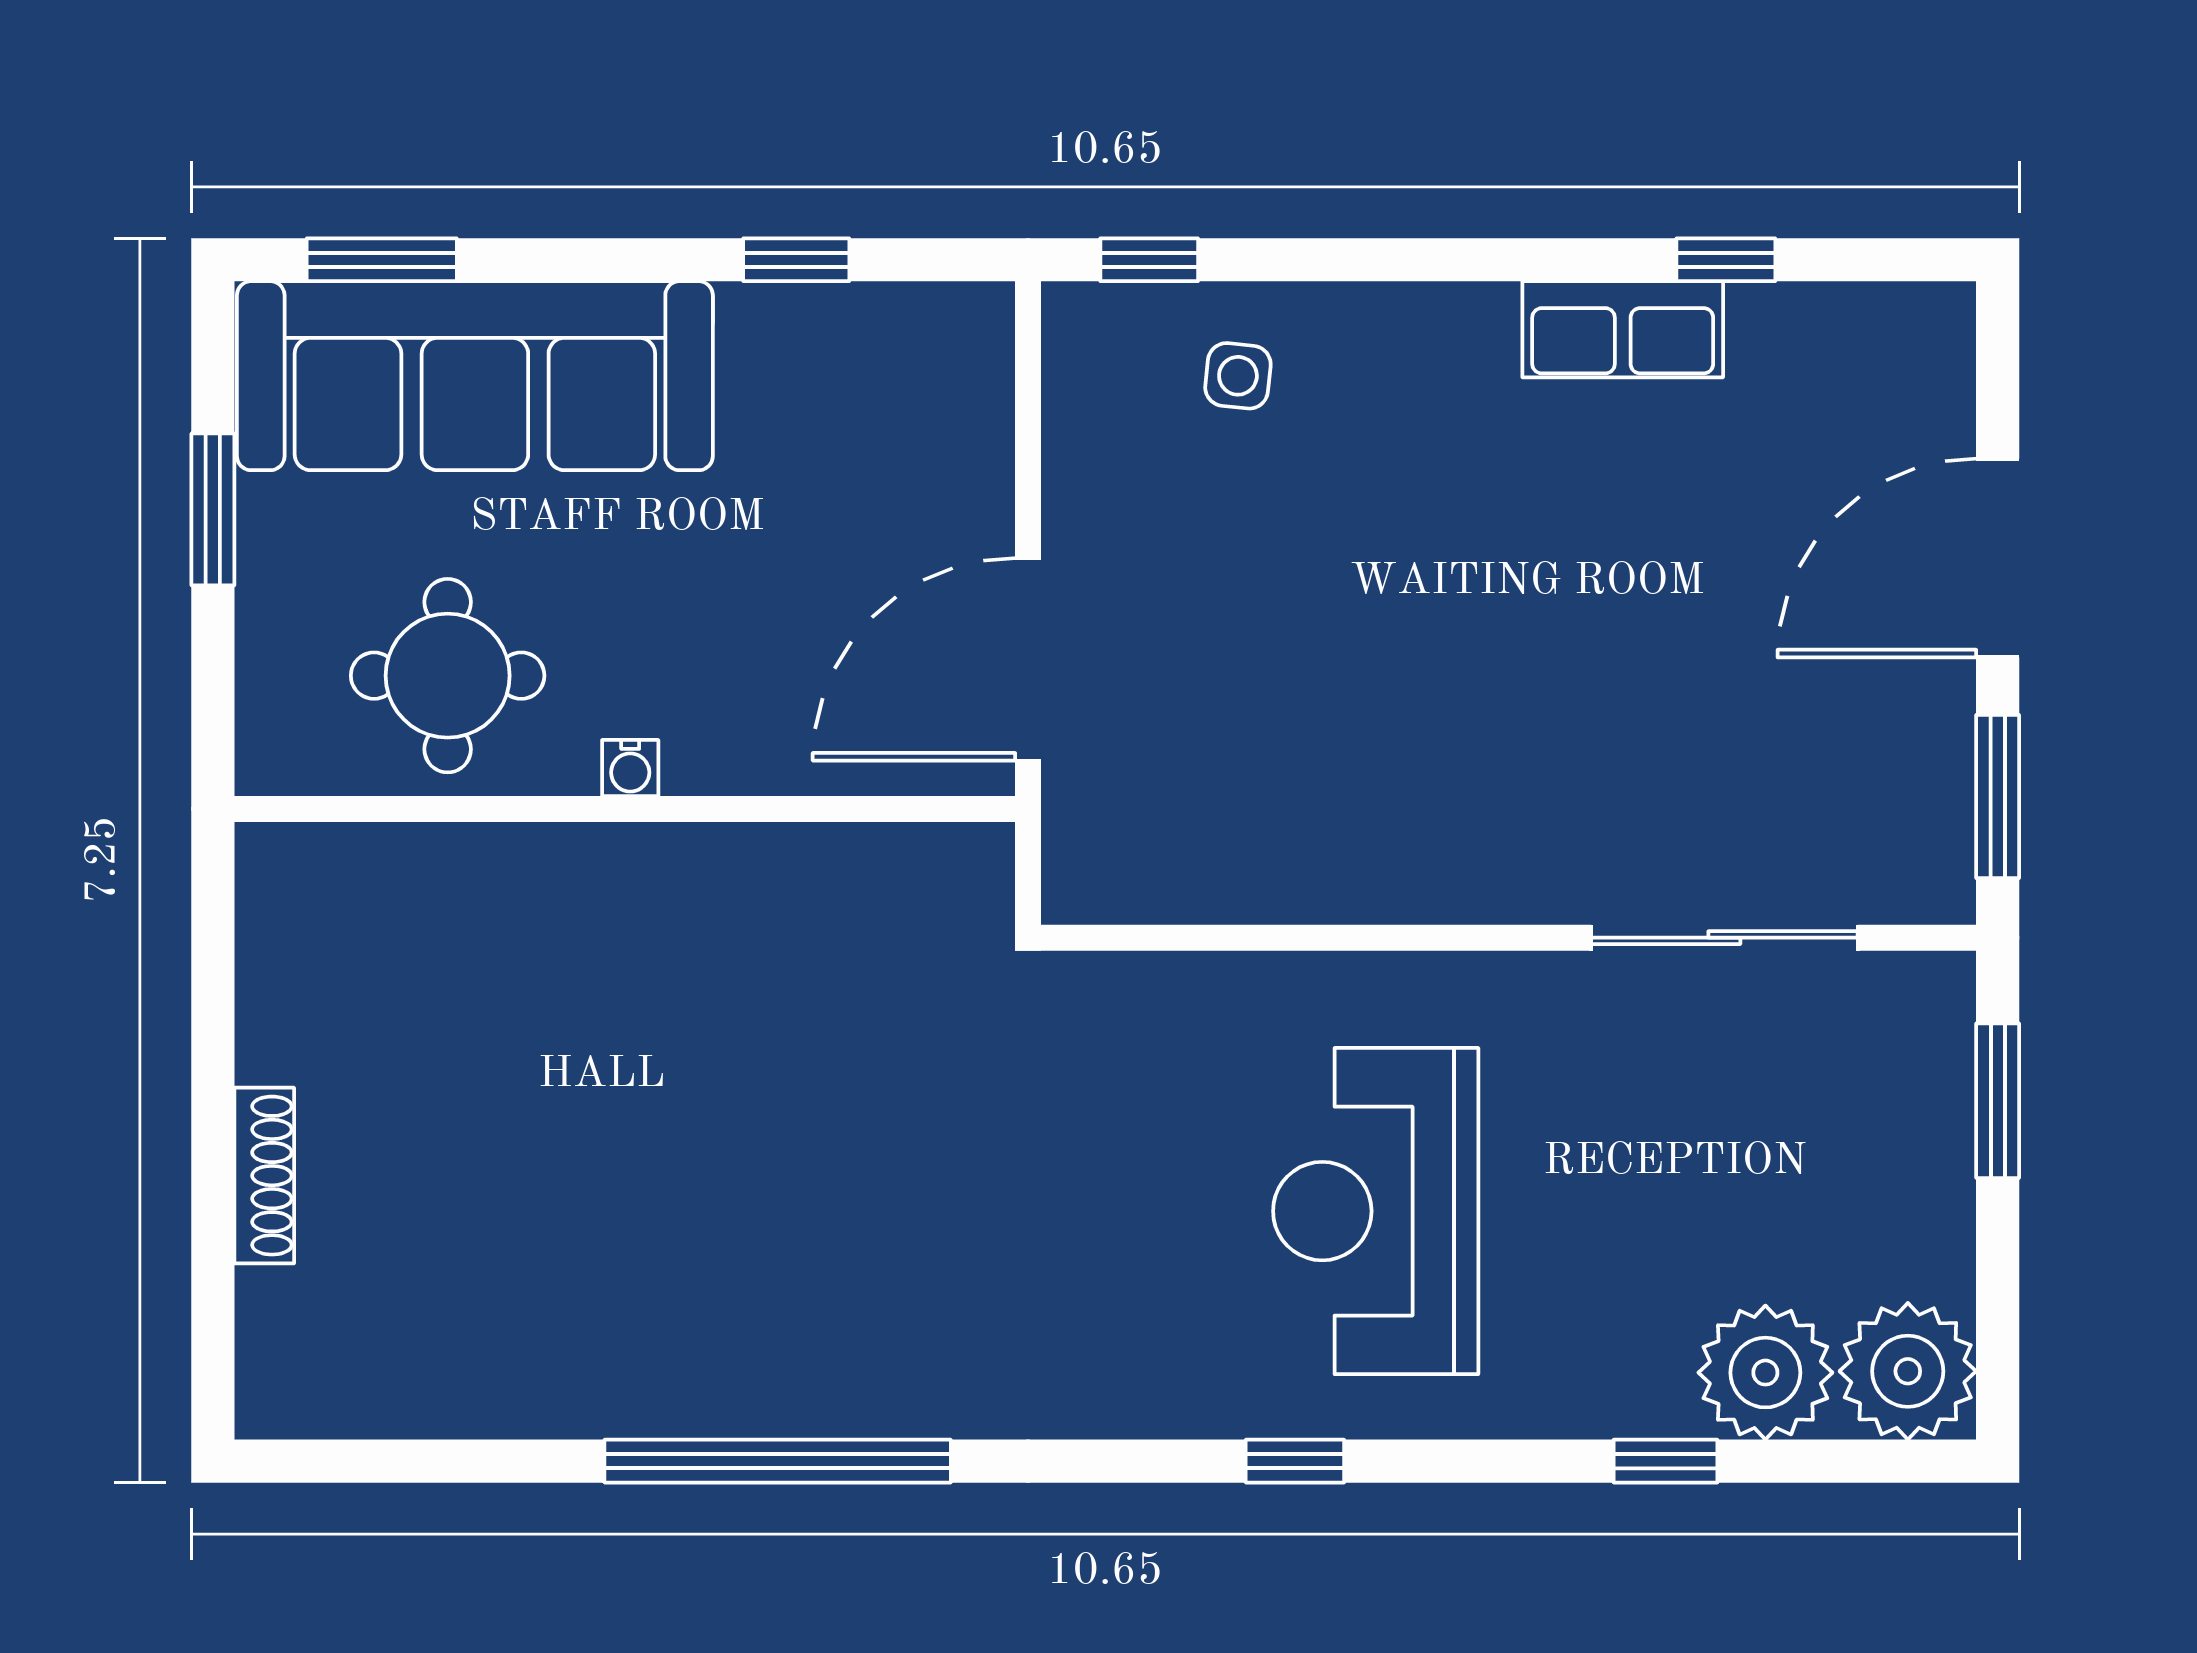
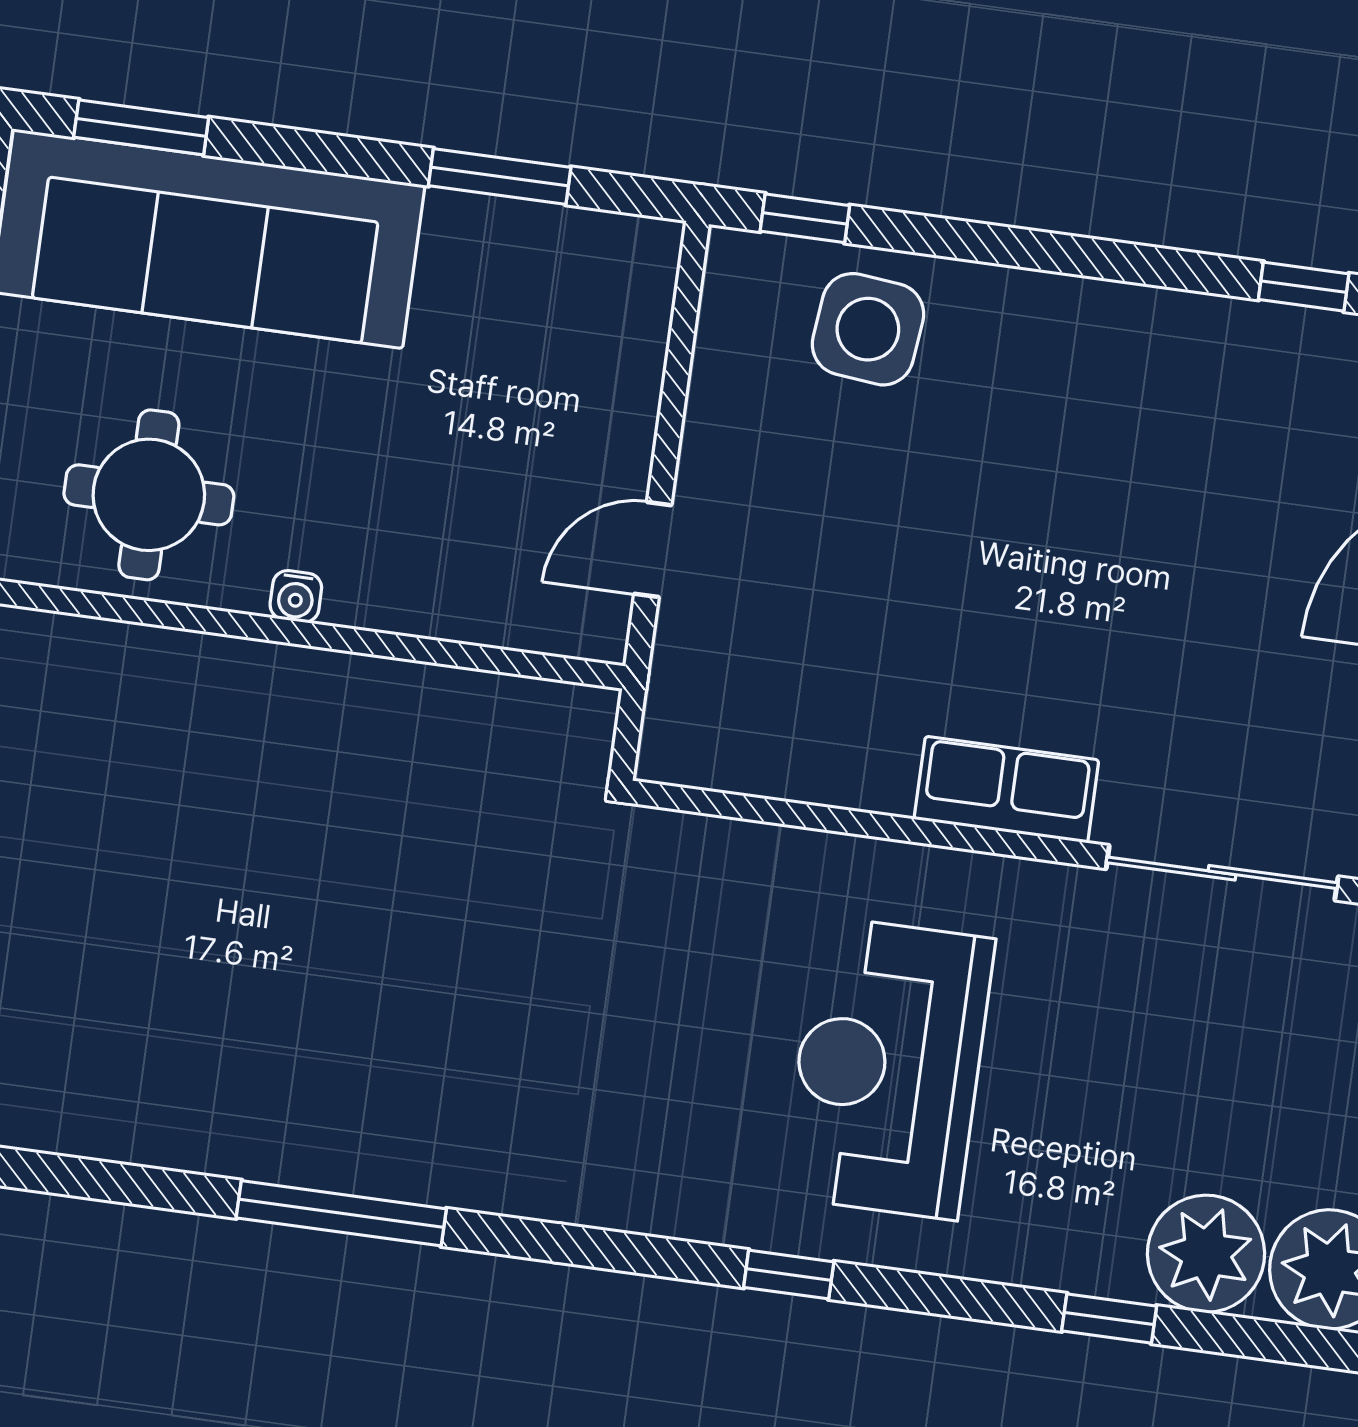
window: (796, 260) -> (500, 176), width x1.50
row of seats: (1623, 329) -> (1006, 790), moved, turned 180
side table: (1238, 376) -> (868, 329), width x1.87, depth x1.87
door: (1028, 659) -> (653, 550), width x0.53
window: (778, 1461) -> (341, 1213), width x0.68

